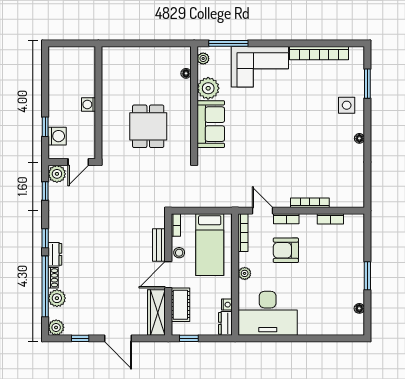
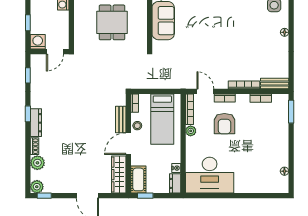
washing machine: (57, 136) -> (38, 42), moved, turned -90
plant: (57, 174) -> (37, 61), removed
bench: (347, 201) -> (275, 84), added
armchair: (286, 250) -> (224, 124), turned -90
dresser: (55, 254) -> (36, 123), width x1.44
plant: (245, 273) -> (191, 131), moved
window: (367, 276) -> (291, 112), moved
window: (45, 286) -> (28, 153), removed
cot: (180, 305) -> (138, 179), moved
window: (80, 338) -> (44, 196), moved

